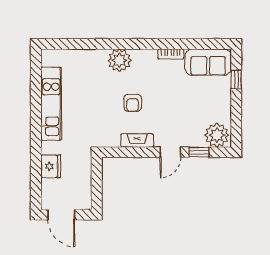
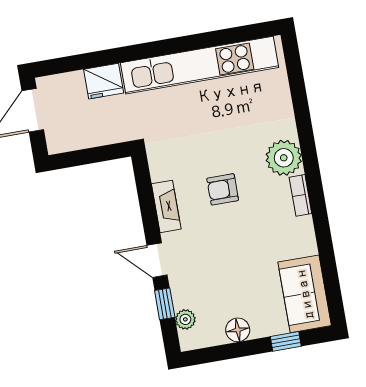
bookcase: (171, 54) -> (300, 195), moved
kitchen unit: (51, 104) -> (200, 65), width x1.36
floor lamp: (224, 109) -> (238, 330), added
plant: (217, 135) -> (185, 319), width x0.53, depth x0.53

